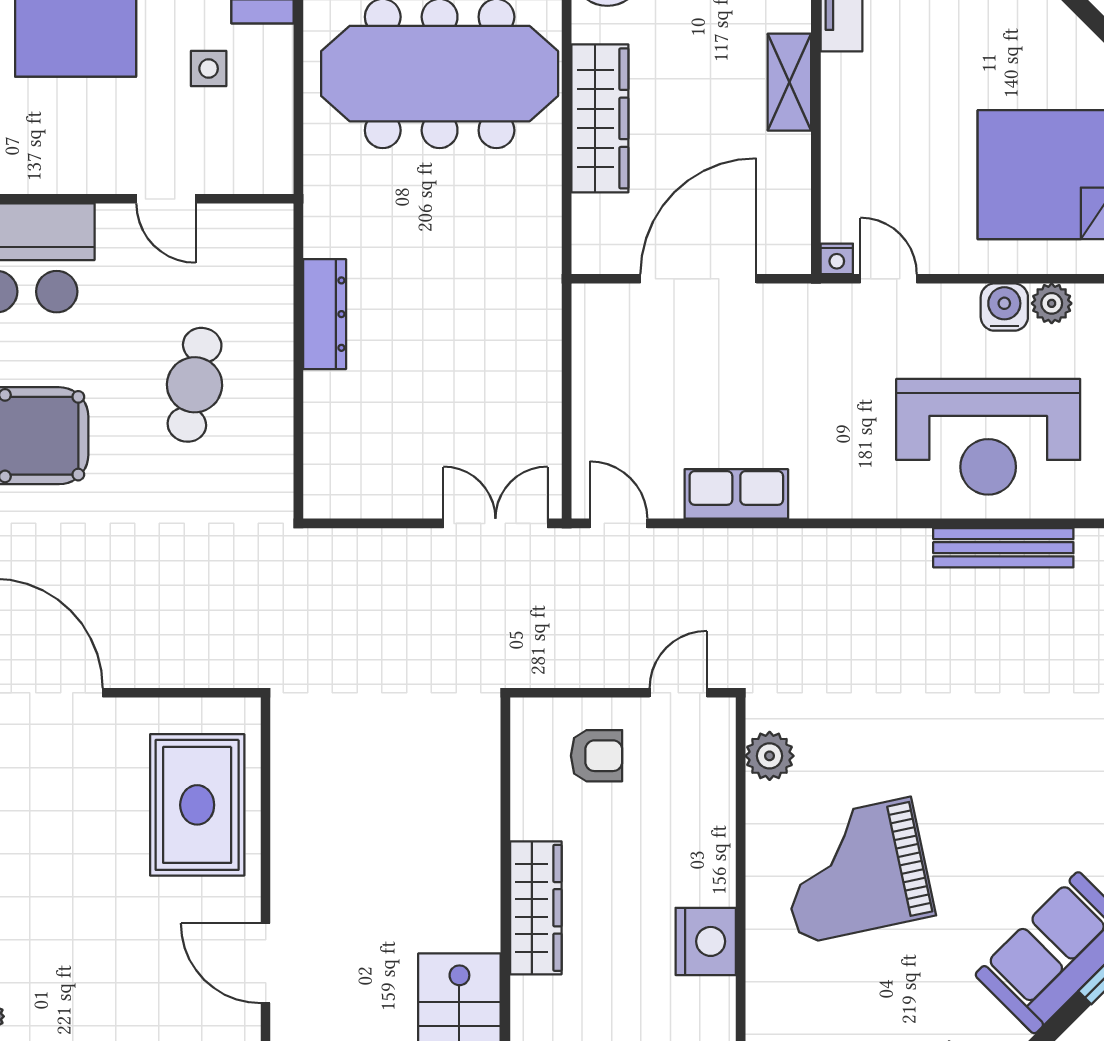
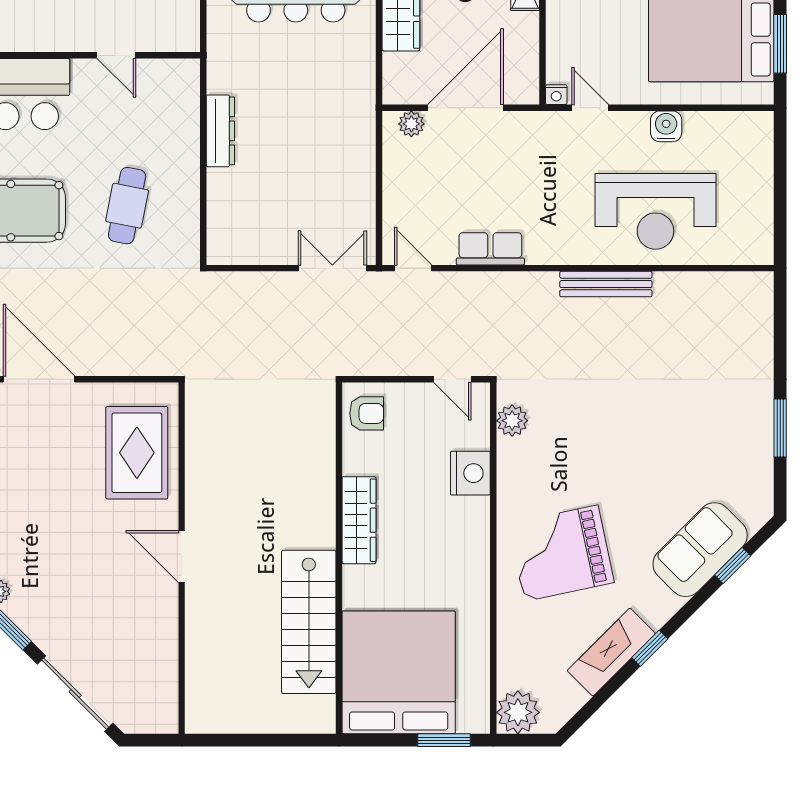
plant: (1052, 303) -> (411, 124), moved
cafe table: (195, 385) -> (127, 206), moved
bench: (1003, 548) -> (606, 284), moved
door: (678, 693) -> (452, 379), swing flipped
armchair: (597, 756) -> (367, 413), moved
grand piano: (855, 871) -> (561, 553), moved
nightstand: (706, 941) -> (470, 473), moved

